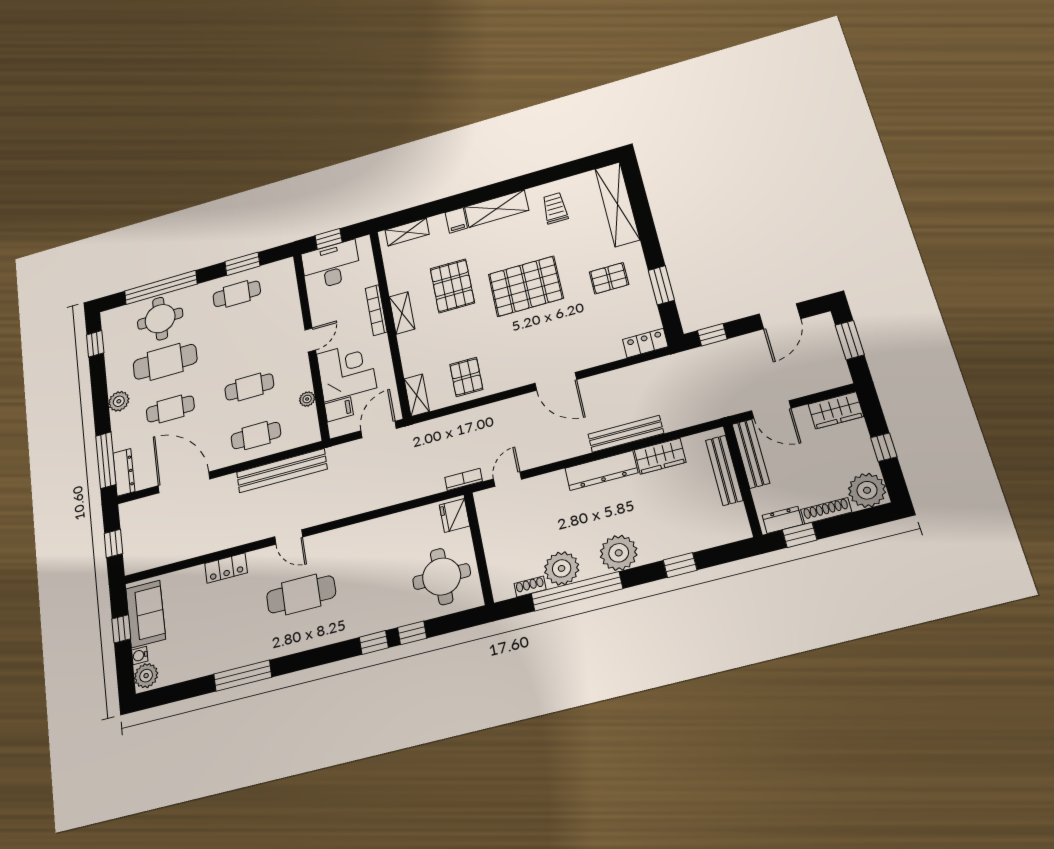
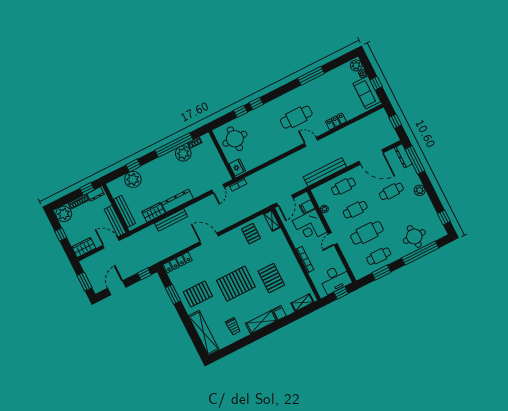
pallet: (609, 278) -> (198, 294), width x1.50, depth x1.42
shelving: (402, 313) -> (292, 260), removed
locker: (645, 343) -> (178, 262), width x1.53
cafe table: (165, 362) -> (367, 233), moved
plant: (619, 553) -> (133, 179), moved

